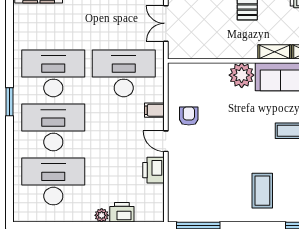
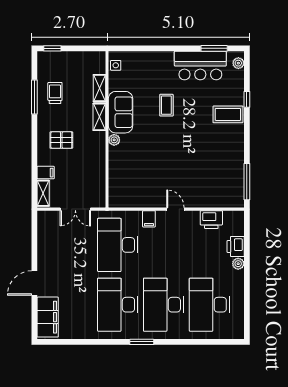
plant: (242, 75) -> (114, 140), width x0.53, depth x0.53
armchair: (189, 116) -> (154, 190), removed
door: (166, 141) -> (175, 209), swing flipped
printer: (154, 170) -> (211, 220), moved
coffee table: (262, 191) -> (228, 114), moved

